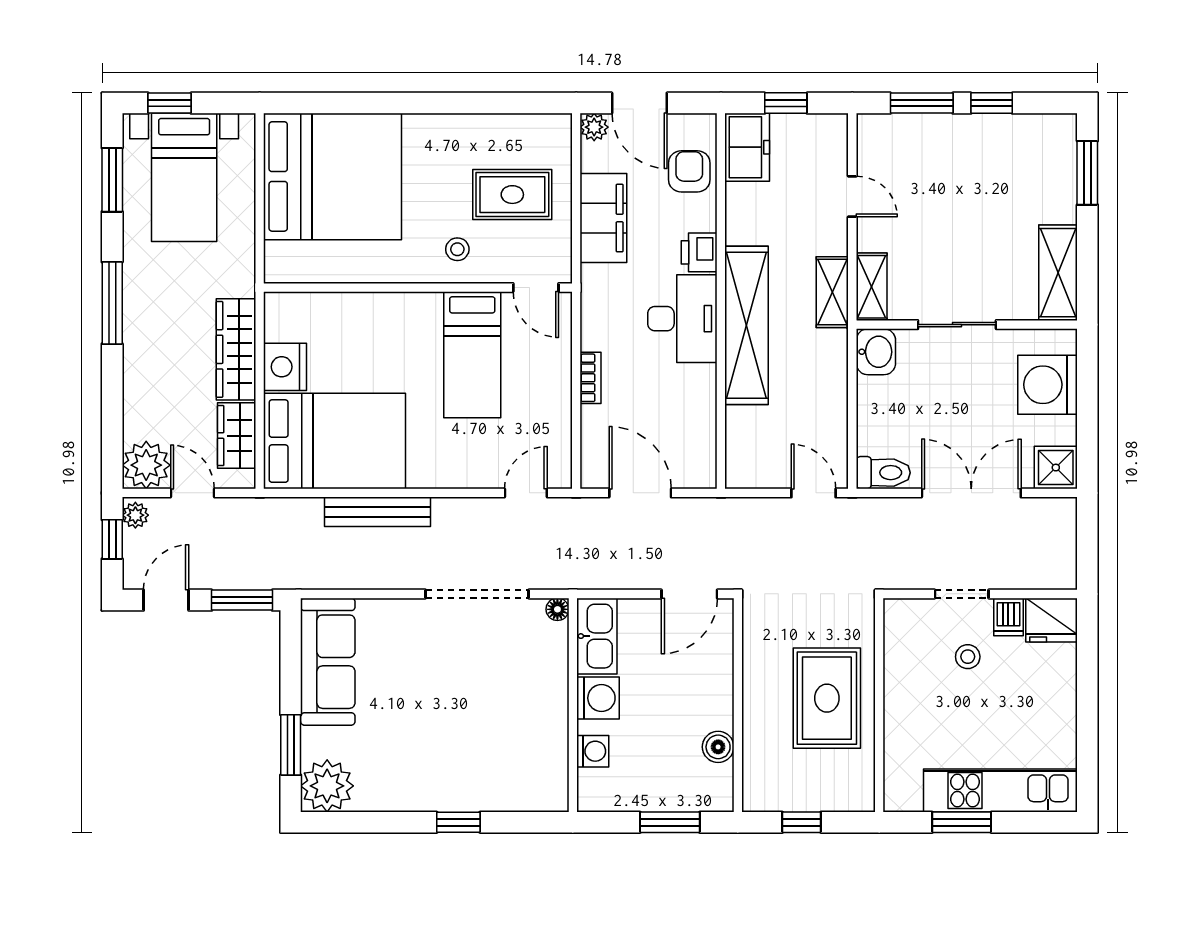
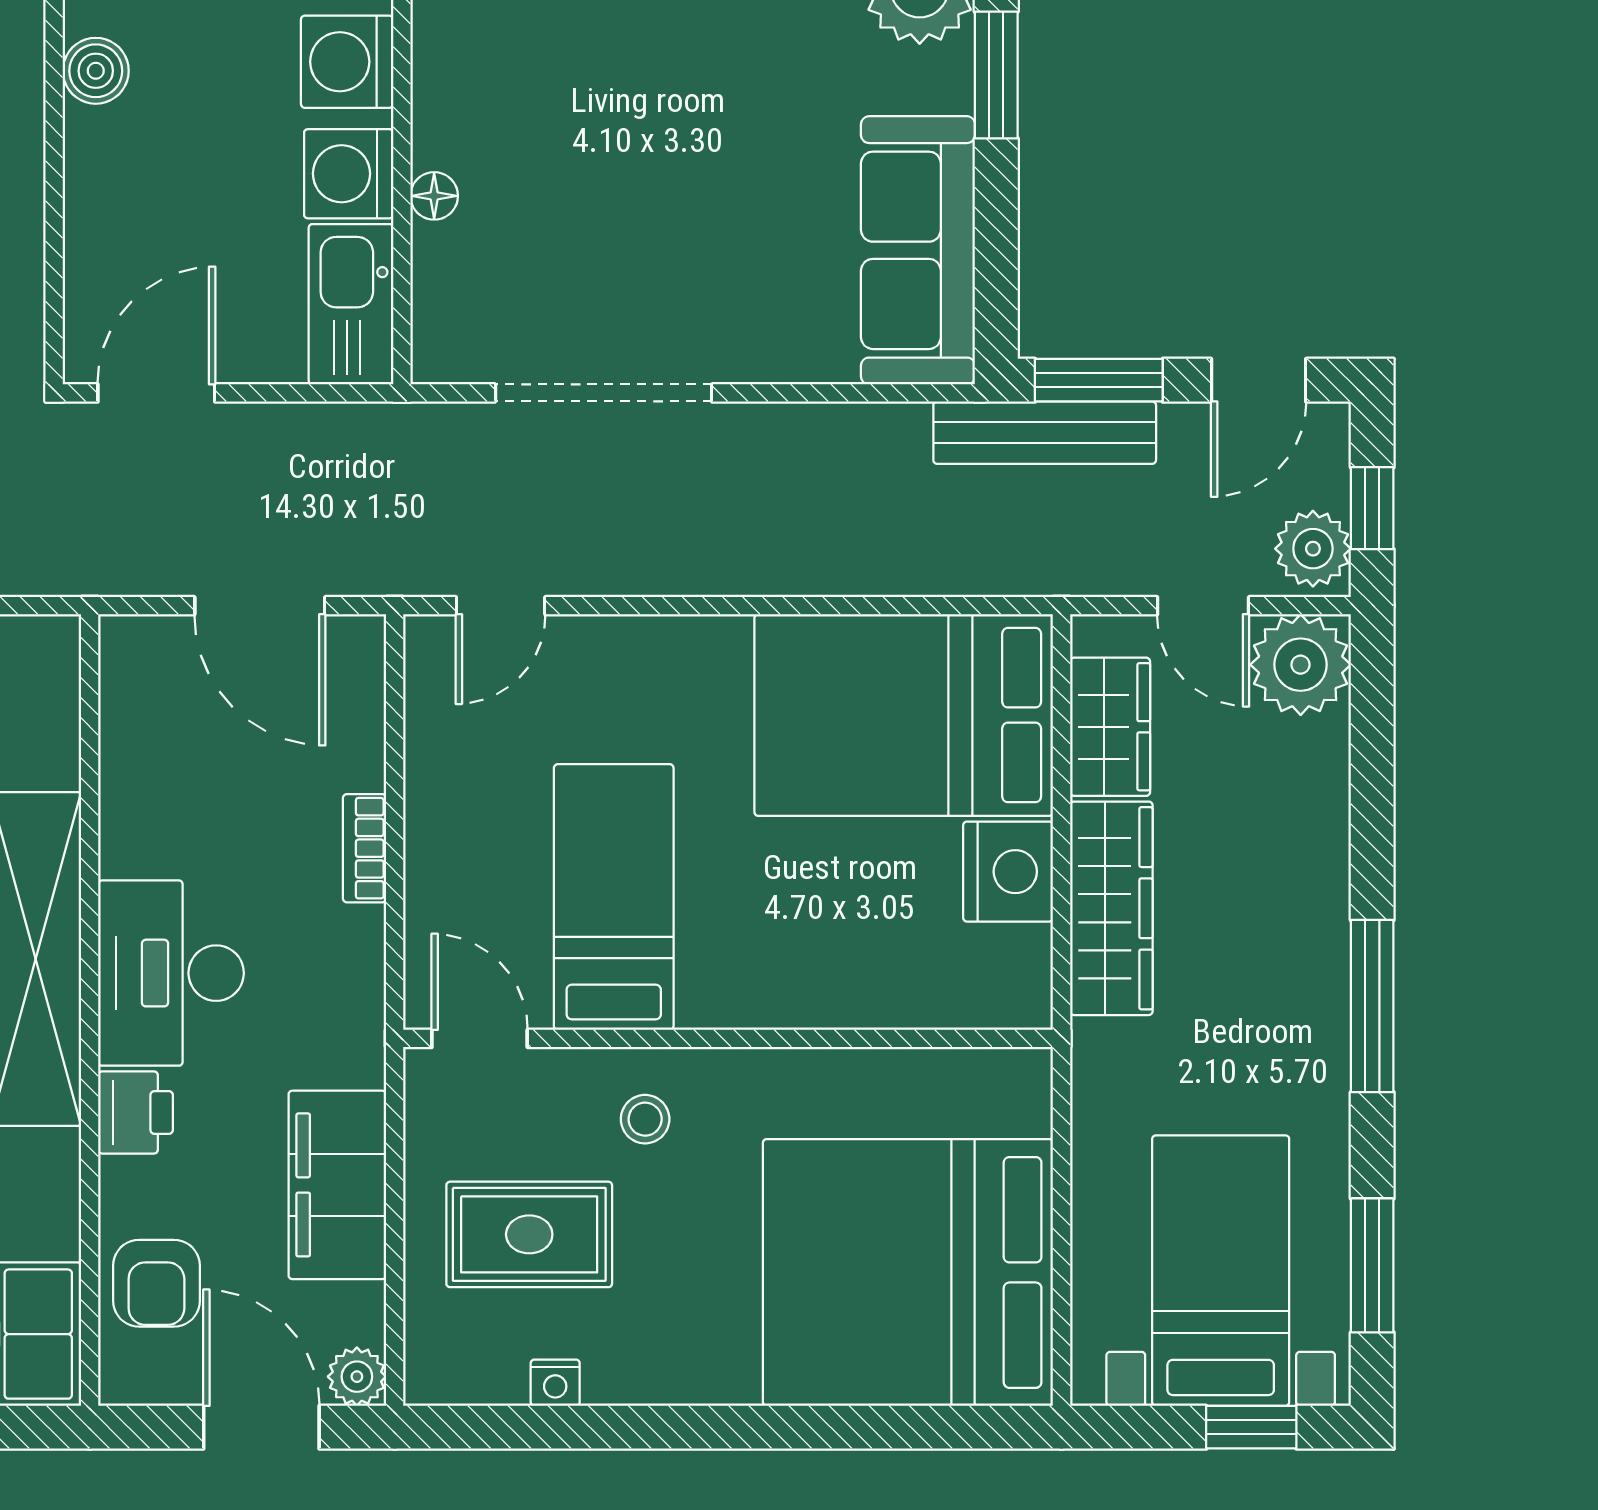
nightstand: (500, 124) -> (555, 1383), added
bench: (377, 512) -> (1045, 433), moved
plant: (135, 515) -> (1313, 549), width x1.38, depth x1.38
floor lamp: (557, 609) -> (434, 196), moved
washing machine: (593, 751) -> (347, 62), width x1.38, depth x1.38

